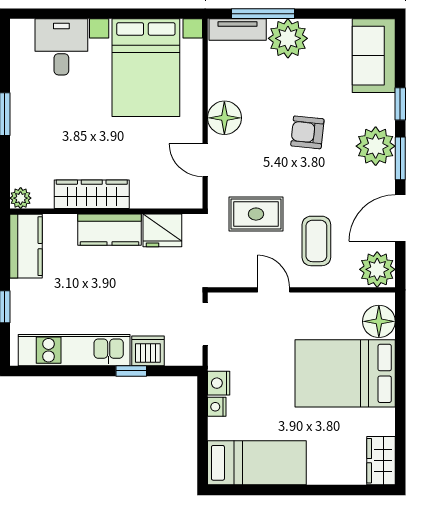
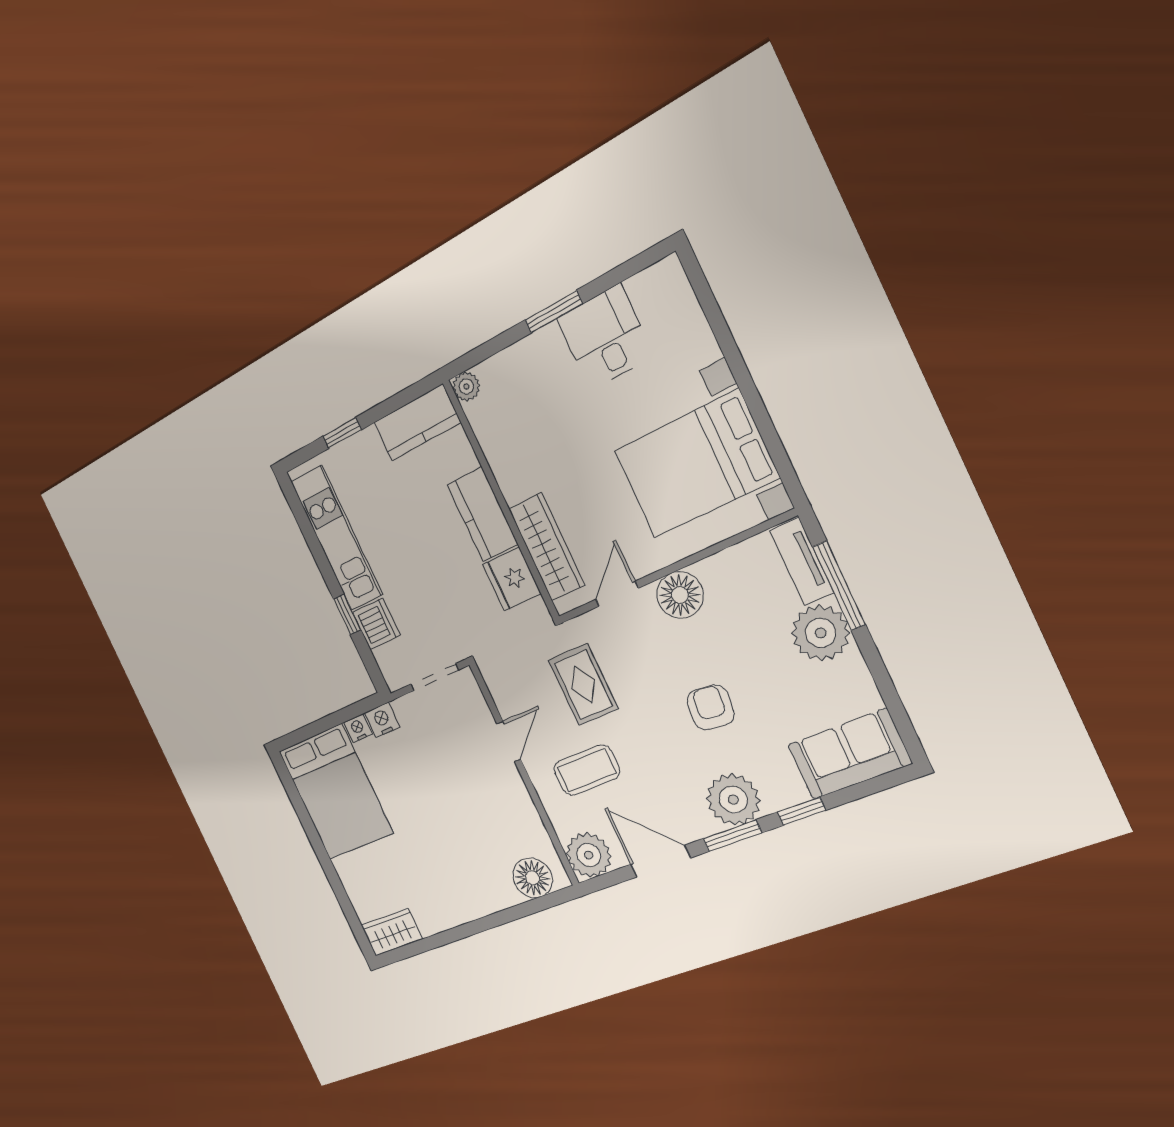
desk: (61, 47) -> (605, 337), moved, turned -90
wardrobe: (92, 194) -> (547, 547), moved
bed: (345, 373) -> (460, 860), removed
bed: (257, 463) -> (336, 792), width x1.50

